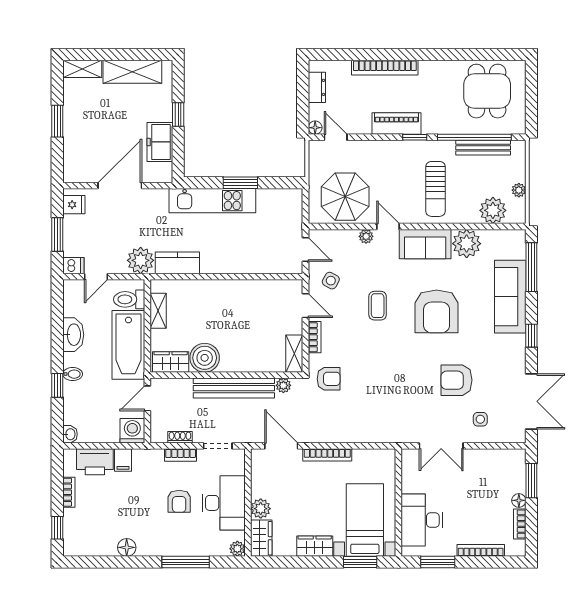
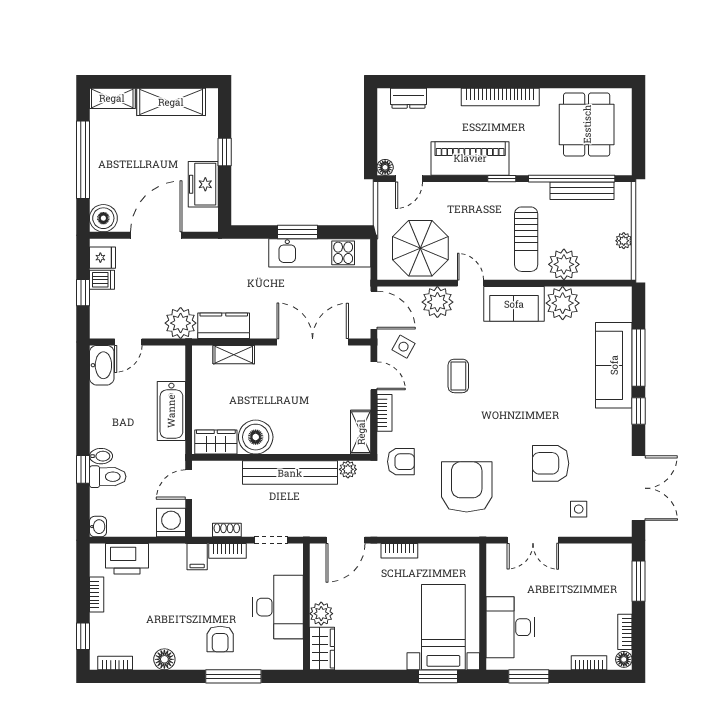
bookcase: (385, 68) -> (500, 97), moved
dresser: (317, 87) -> (408, 98), moved, turned 90
window: (57, 121) -> (83, 160), width x2.11
piano: (396, 124) -> (470, 158), width x1.37, depth x1.33
door: (336, 137) -> (409, 179), swing flipped
boiler: (75, 171) -> (103, 218), added
kitchen unit: (212, 201) -> (320, 253), moved
plant: (493, 210) -> (564, 264), moved
window: (57, 234) -> (83, 293), width x0.67
plant: (366, 236) -> (437, 302), width x1.87, depth x1.87
door: (305, 249) -> (374, 310), width x1.38
dishwasher: (73, 266) -> (102, 280), moved
window: (531, 267) -> (638, 358), moved
double door: (253, 277) -> (313, 342), added
toilet: (129, 299) -> (108, 477), moved, turned 180
shelving: (158, 311) -> (234, 355), moved, turned 90
armchair: (437, 311) -> (467, 487), moved, turned 180
washbasin: (73, 335) -> (102, 365), moved
bathtub: (128, 345) -> (171, 411), width x0.73, depth x0.73
door: (281, 446) -> (345, 540), swing flipped
bookcase: (327, 455) -> (399, 551), width x0.64
filing cabinet: (123, 460) -> (197, 557), moved
floor lamp: (519, 500) -> (624, 659), moved
armchair: (179, 501) -> (220, 639), moved
wardrobe: (315, 546) -> (385, 658), removed
plant: (237, 549) -> (294, 661), removed
bookcase: (481, 550) -> (589, 663), width x0.64
bookcase: (85, 551) -> (115, 663), added

